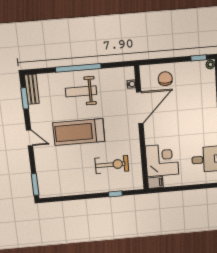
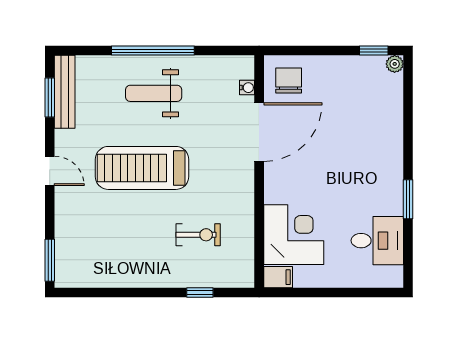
chair: (165, 79) -> (289, 80), moved
bench: (32, 89) -> (65, 92), width x1.36
exercise bike: (112, 165) -> (198, 235), width x0.73, depth x0.72

